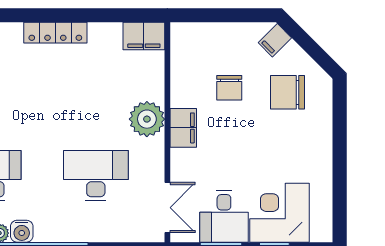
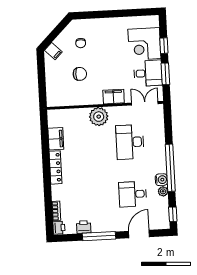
filing cabinet: (144, 36) -> (56, 139), moved
chair: (287, 92) -> (81, 43), width x0.54, depth x0.54
filing cabinet: (183, 128) -> (114, 97), moved

